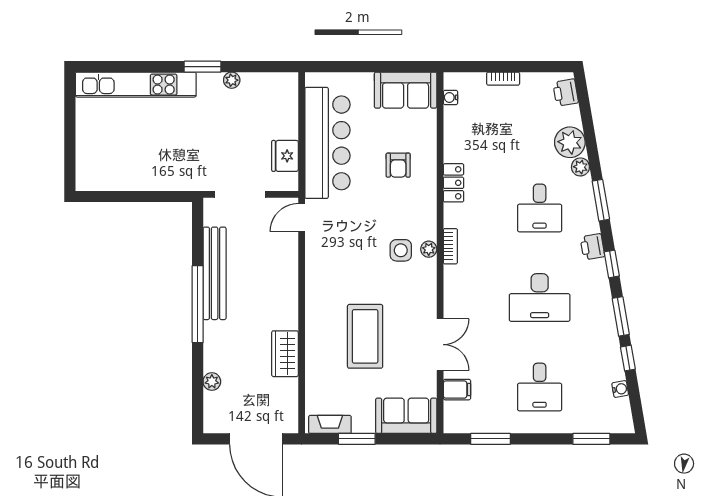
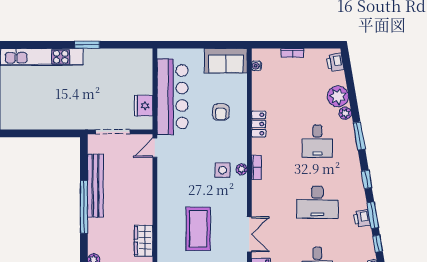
plant: (232, 80) -> (107, 54), removed
printer: (592, 247) -> (362, 218), moved

